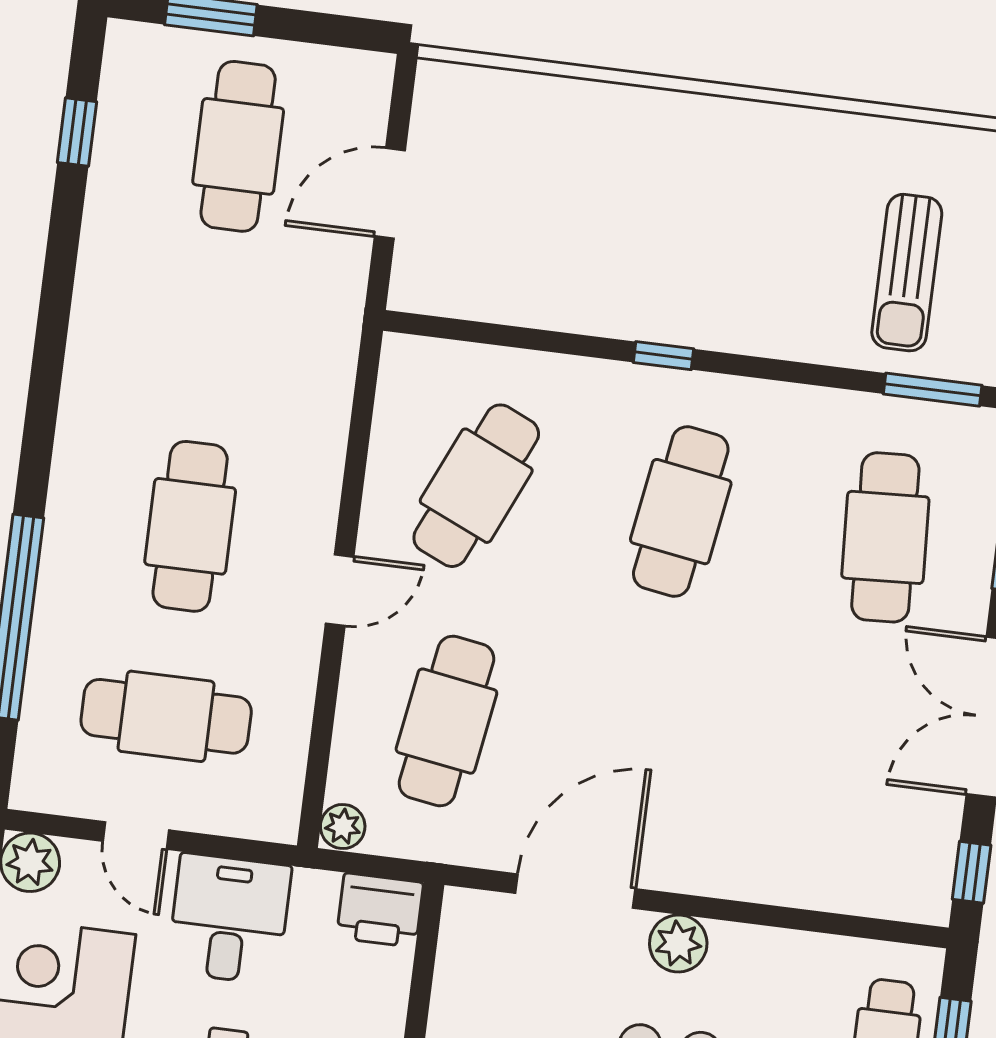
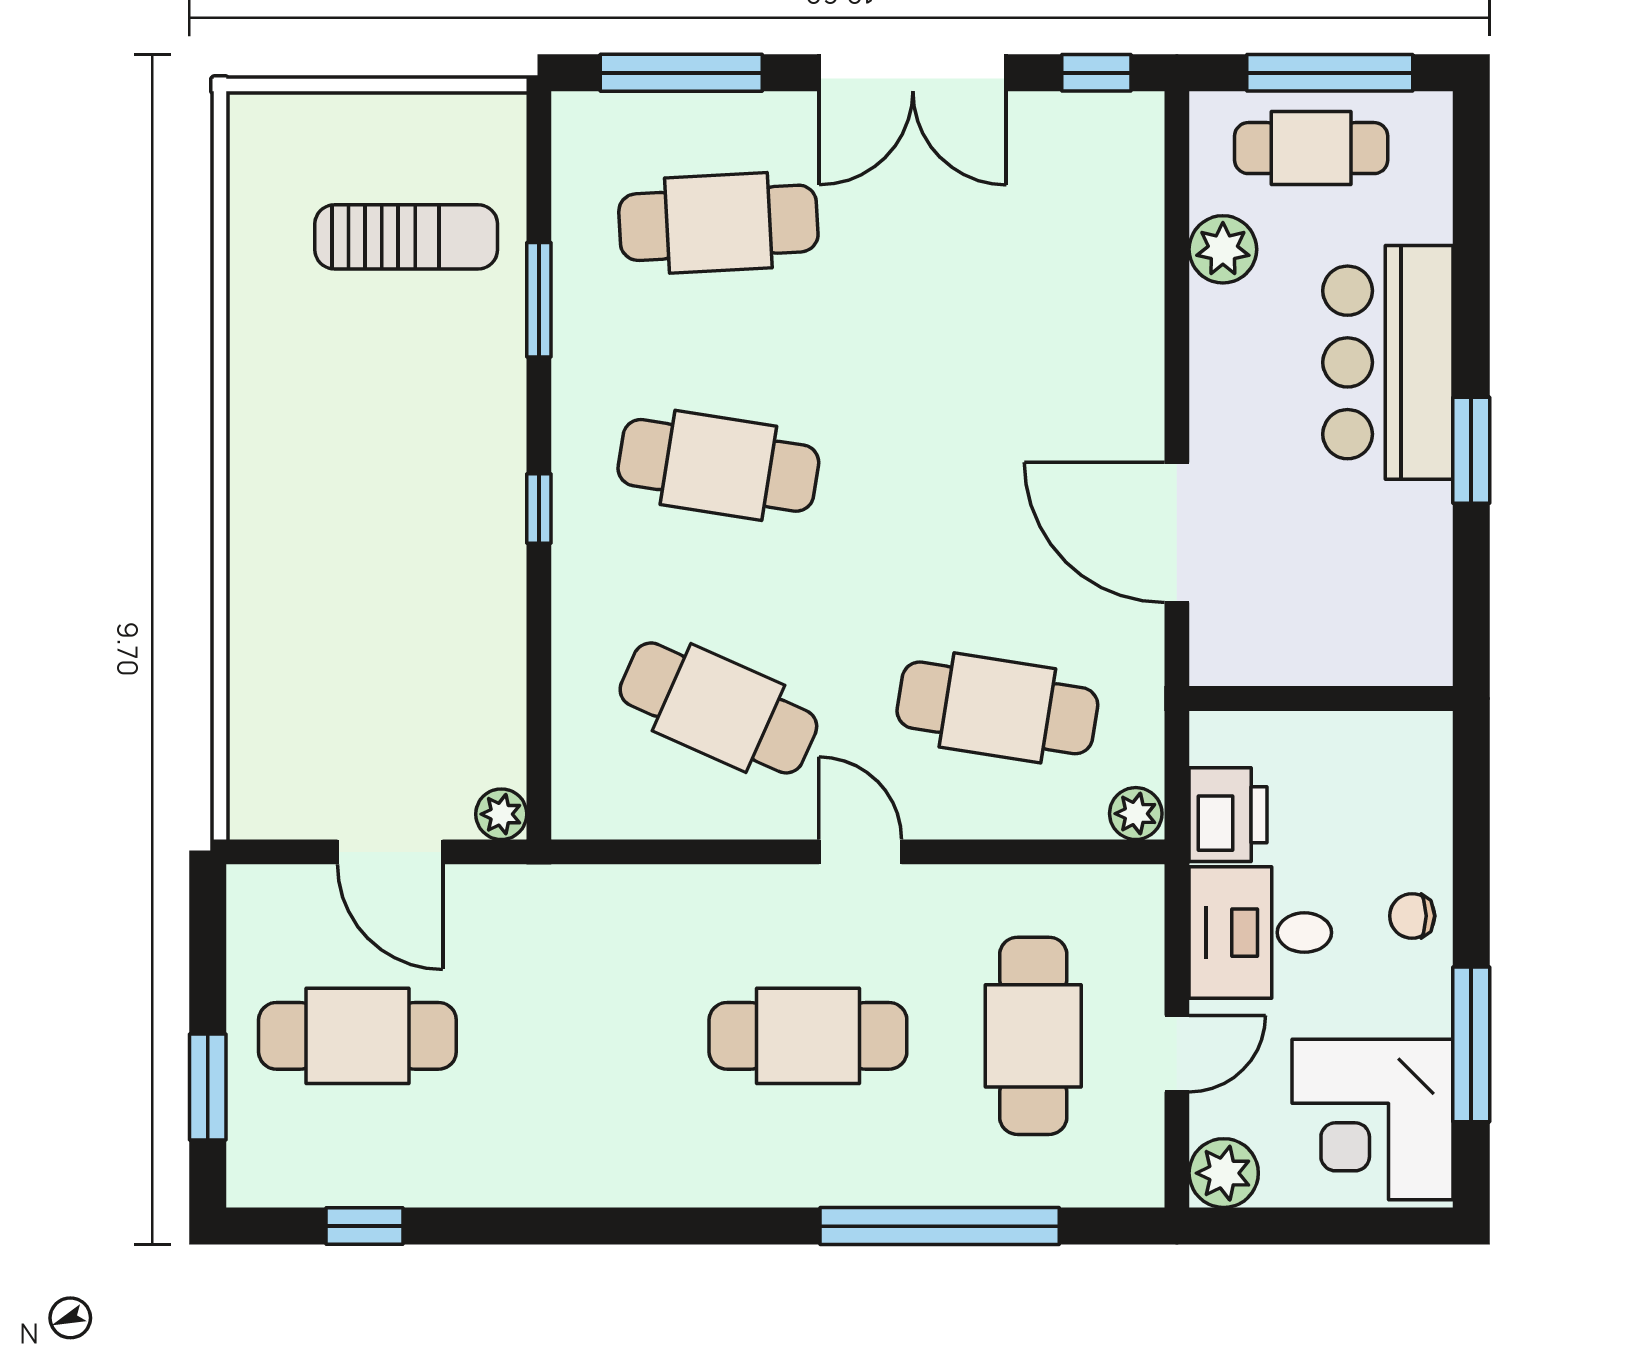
plant: (410, 291) -> (501, 814), added
window: (933, 390) -> (539, 300), moved
printer: (380, 910) -> (1228, 815), moved
plant: (678, 944) -> (1223, 249), moved

